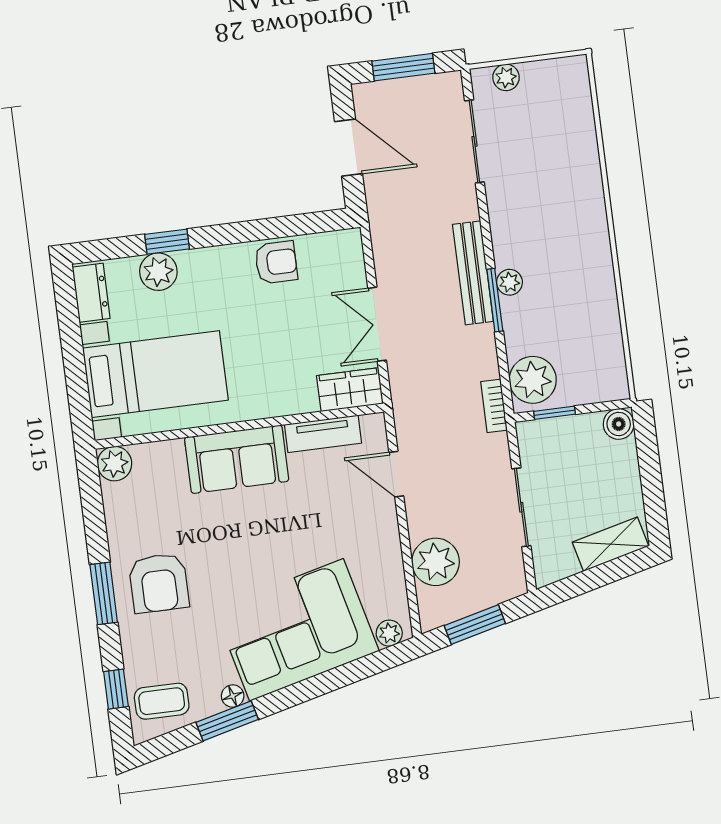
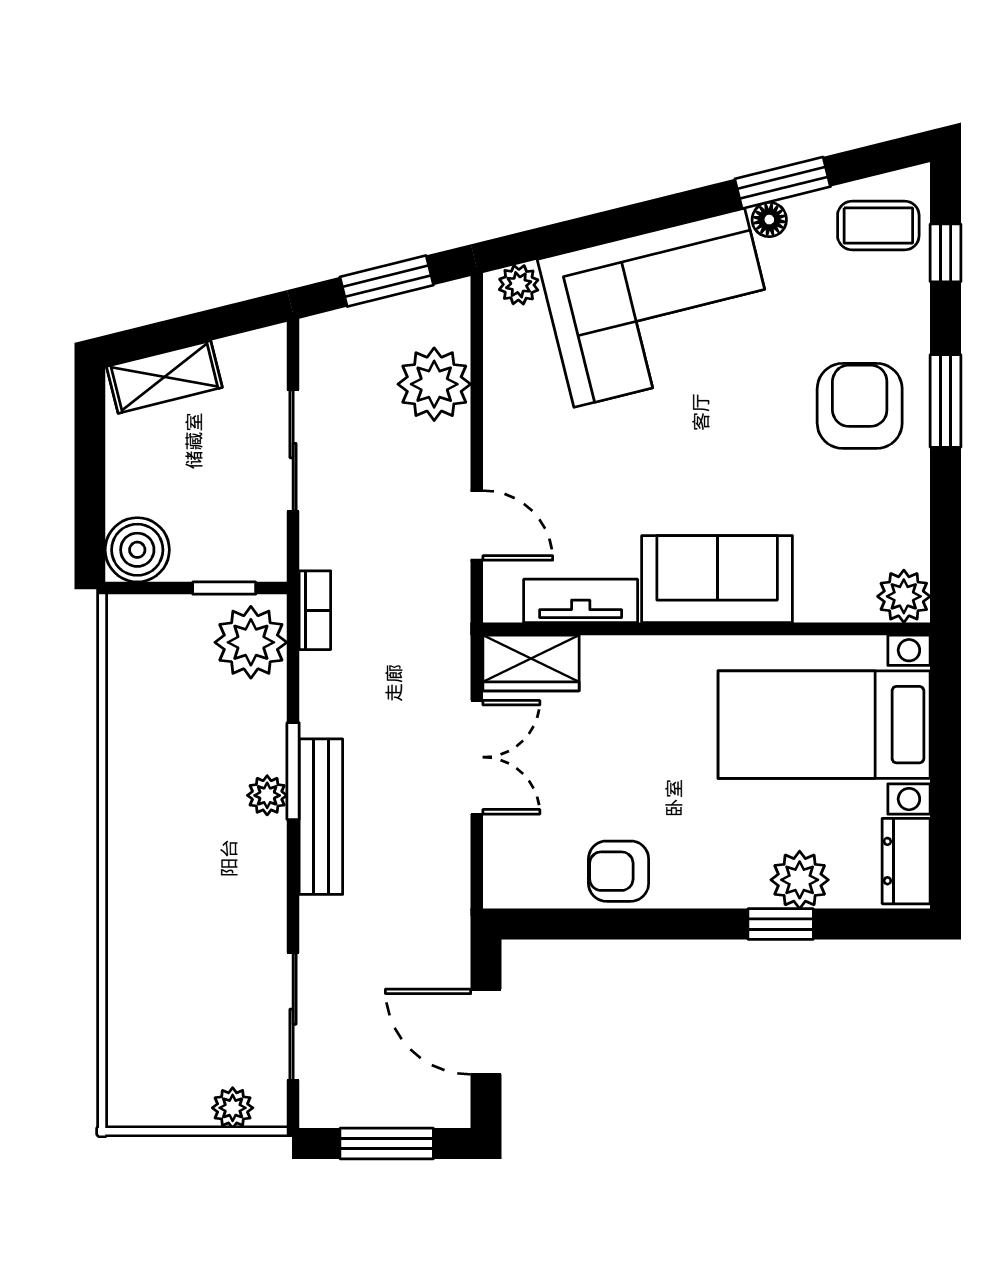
boiler: (619, 424) -> (137, 550), width x1.36, depth x1.36

